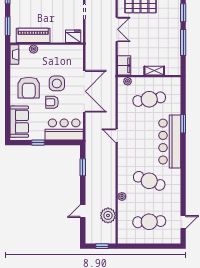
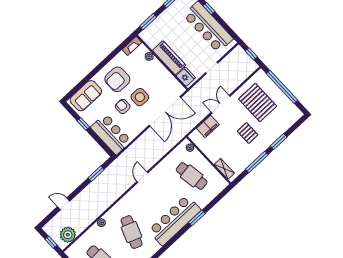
double door: (117, 29) -> (221, 104), swing flipped
pallet: (156, 29) -> (248, 133), added
piano: (33, 35) -> (169, 58), moved
filing cabinet: (124, 65) -> (208, 126), moved
shelving: (154, 71) -> (224, 169), moved
double door: (84, 91) -> (165, 111), moved
plant: (108, 215) -> (68, 235), moved

